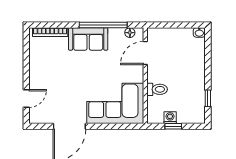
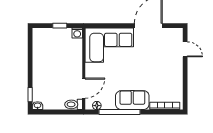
toilet: (157, 89) -> (74, 104), moved
window: (208, 98) -> (30, 95), moved
door: (26, 99) -> (185, 49), swing flipped
washing machine: (170, 118) -> (77, 33), moved

